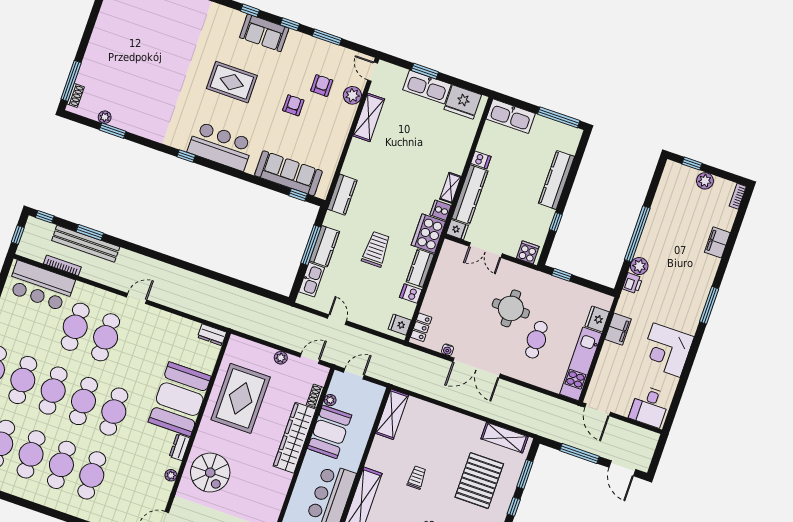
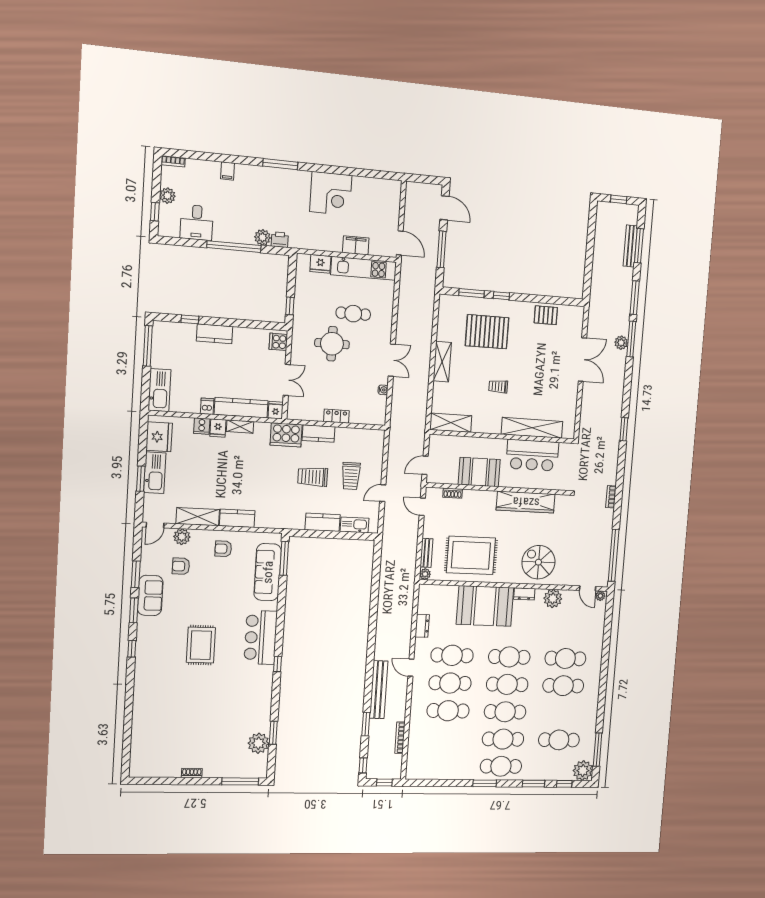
window: (290, 24) -> (134, 610), width x1.50
sofa: (264, 33) -> (150, 595), moved
shoe rack: (76, 95) -> (192, 773), moved
armchair: (293, 105) -> (223, 549), moved
plant: (105, 117) -> (258, 743), width x1.88, depth x1.88
kitchen counter: (556, 180) -> (215, 334), width x0.67
window: (298, 195) -> (284, 558), width x2.17
kitchen counter: (342, 195) -> (237, 518), moved
cooker: (441, 210) -> (202, 426), moved
window: (556, 222) -> (190, 319), moved
filing cabinet: (717, 242) -> (227, 171), width x0.50
bench: (86, 244) -> (379, 690), moved
window: (311, 245) -> (325, 534), removed
bar counter: (41, 286) -> (422, 750), removed
trolley: (365, 290) -> (351, 476), added
dishwasher: (411, 293) -> (343, 436), removed
fridge: (400, 325) -> (218, 428), moved
locker: (421, 327) -> (336, 416), moved
filing cabinet: (618, 329) -> (356, 245), moved
dresser: (212, 335) -> (422, 626), moved
bench: (258, 350) -> (426, 553), added
plant: (281, 358) -> (425, 574), moved
double door: (477, 368) -> (392, 360), width x0.73
door: (354, 374) -> (425, 465), hinge flipped
plant: (330, 400) -> (453, 479), removed
desk: (650, 406) -> (197, 222), moved, turned 90
door: (598, 410) -> (400, 243), hinge flipped
wardrobe: (295, 438) -> (526, 502), moved
shelving: (504, 438) -> (442, 362), moved
cafe table: (31, 454) -> (452, 655), moved
door: (622, 468) -> (445, 208), hinge flipped
spiral stairs: (210, 473) -> (538, 562), turned -90
plant: (171, 475) -> (553, 599), width x1.88, depth x1.88

